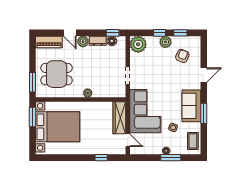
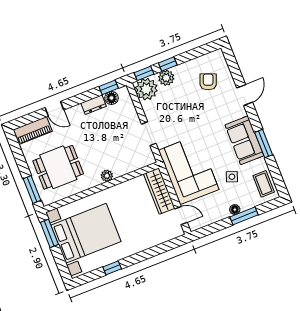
window: (180, 33) -> (144, 73), moved
plant: (83, 42) -> (75, 113), removed
plant: (165, 42) -> (166, 78), moved
window: (101, 158) -> (112, 268), moved

